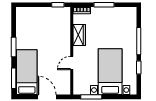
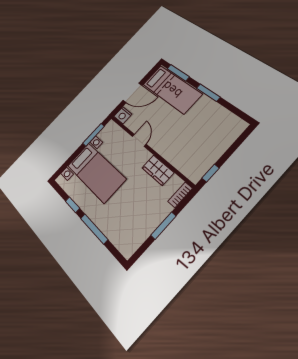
nightstand: (65, 89) -> (123, 115), added

